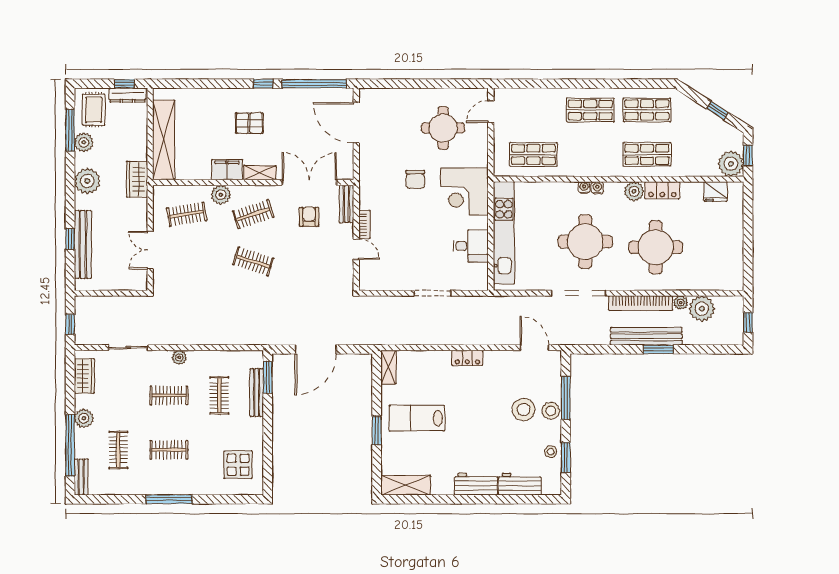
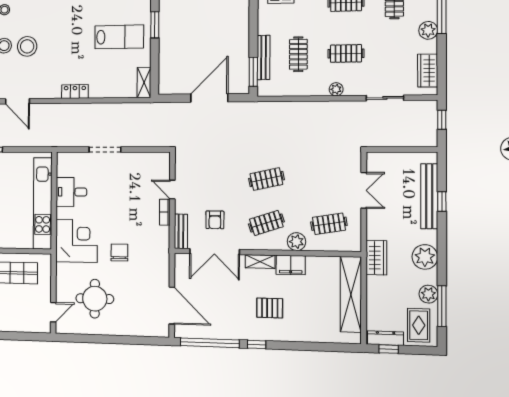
clothes rail: (253, 261) -> (266, 179), turned -30

